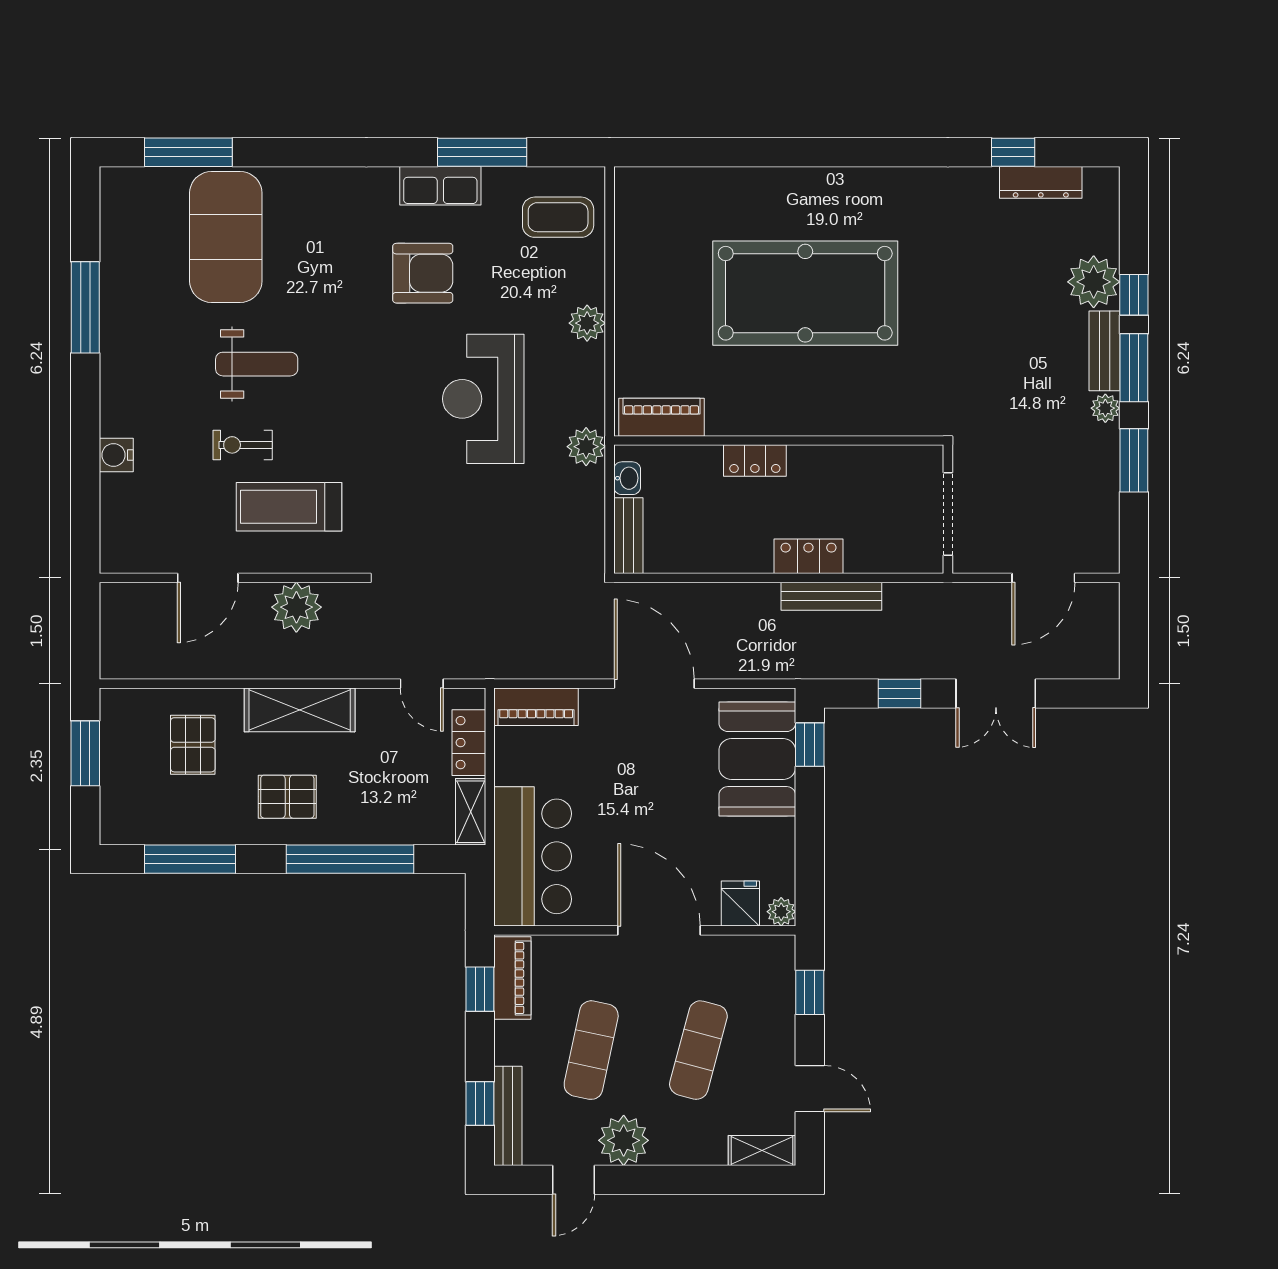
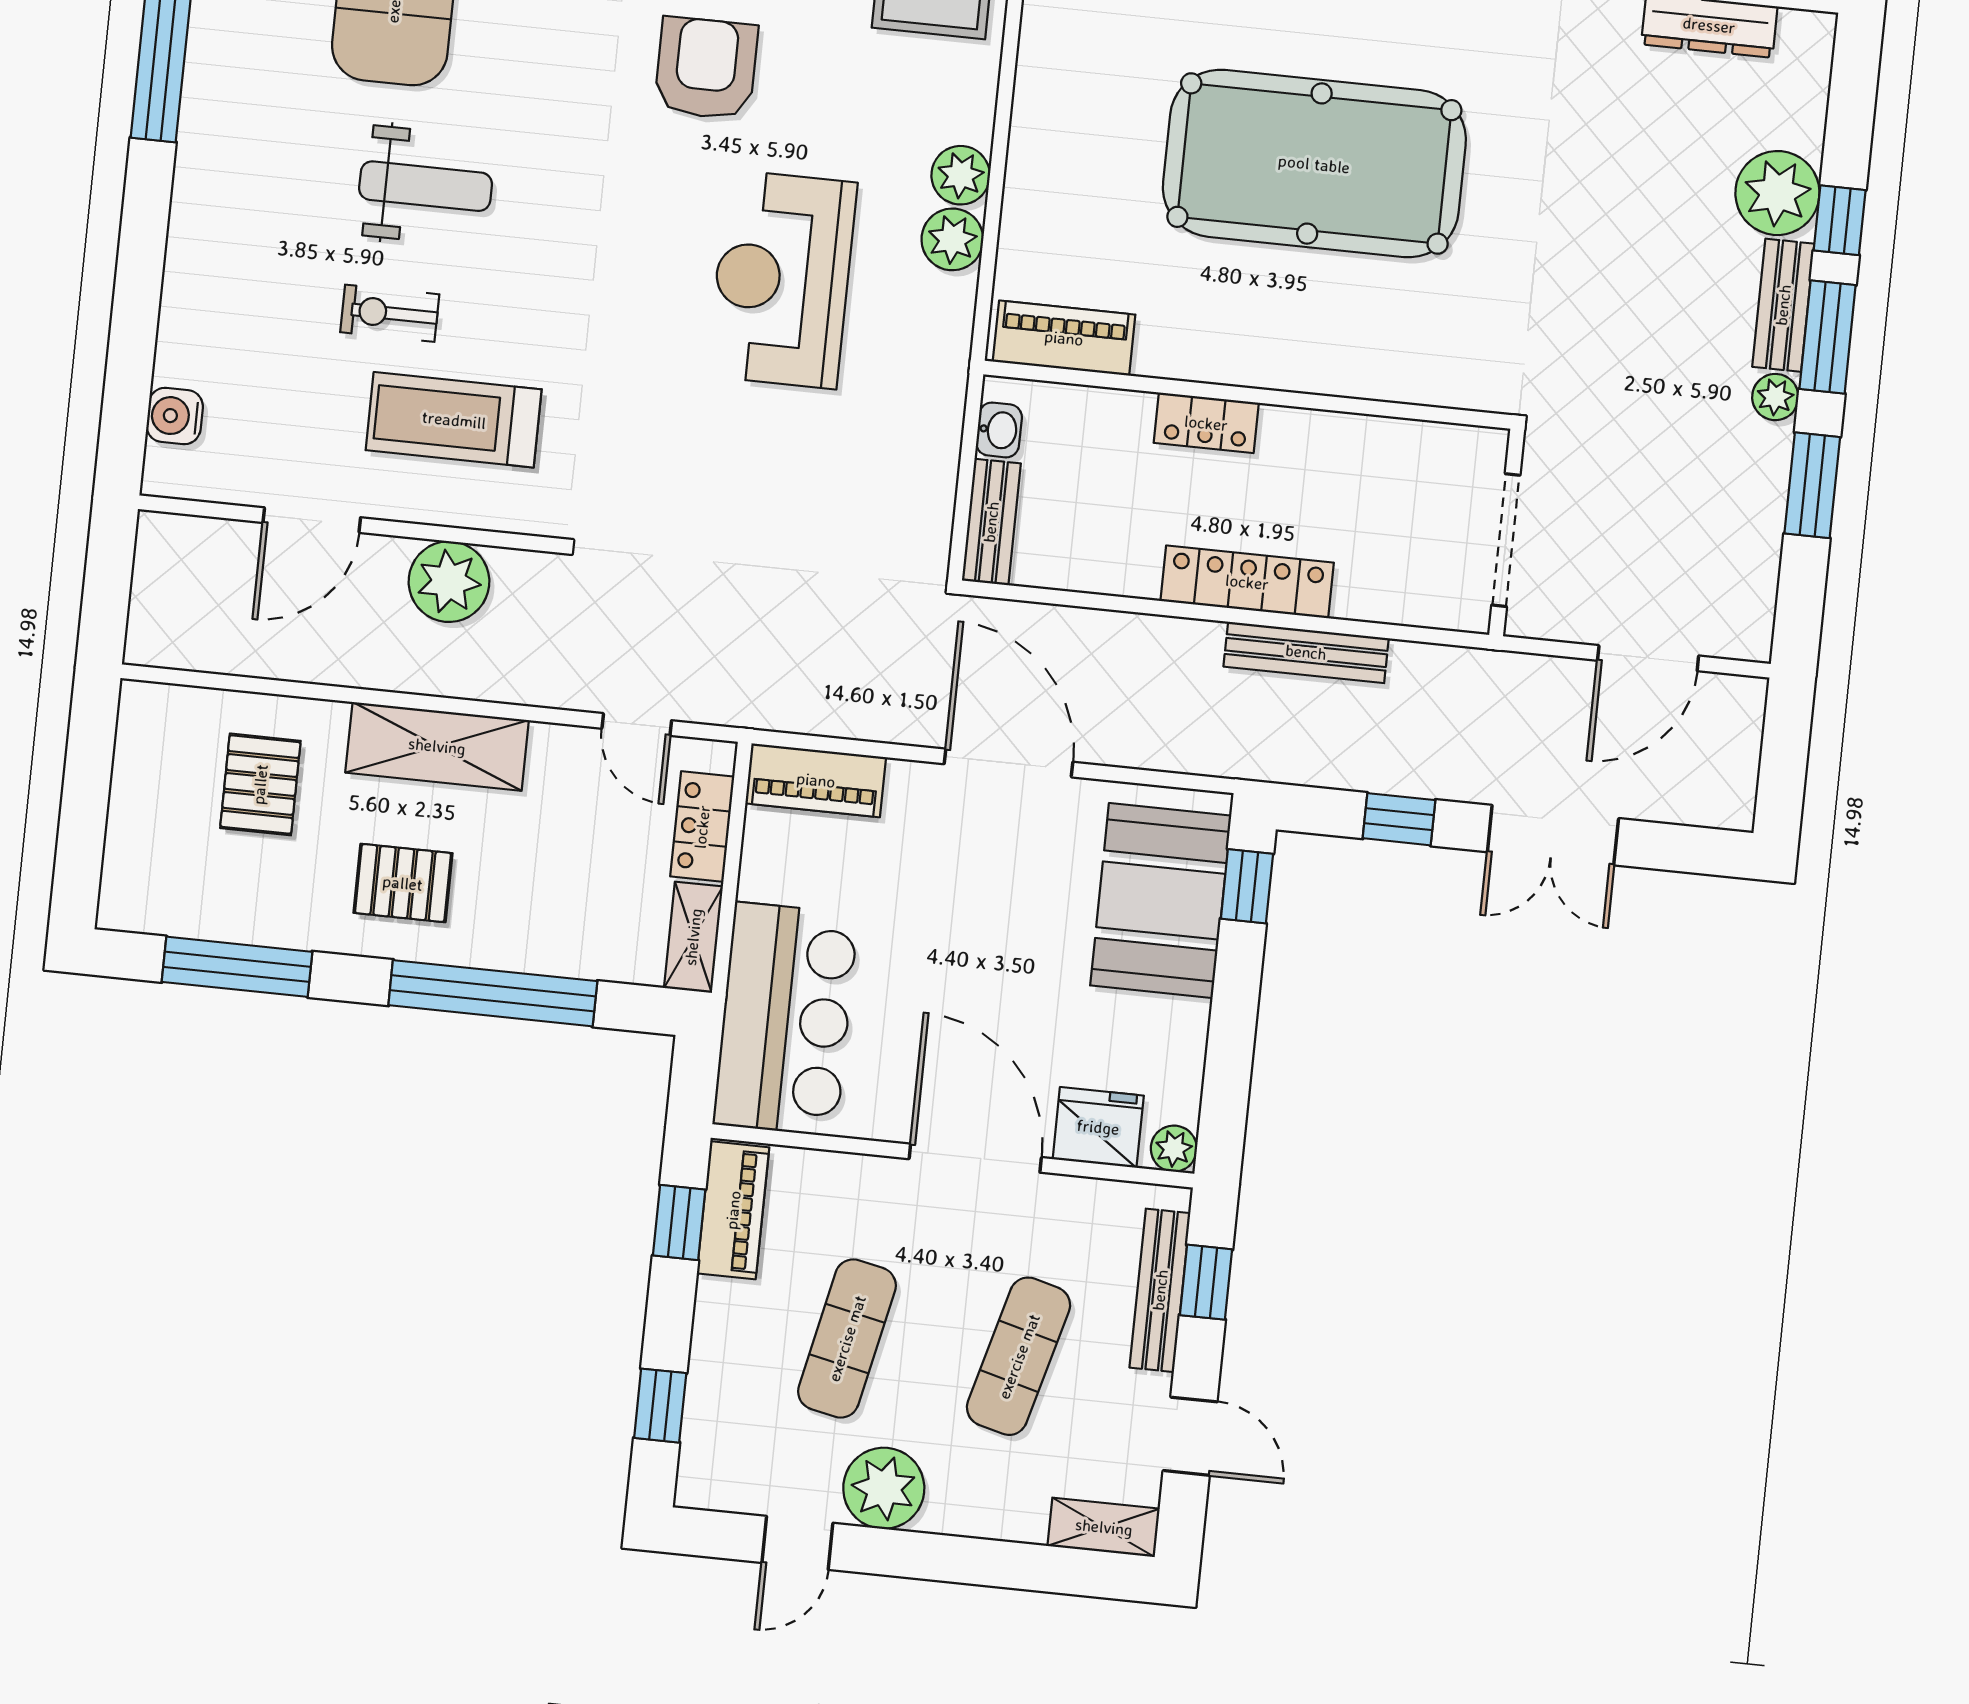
armchair: (423, 273) -> (706, 68), turned -90
plant: (586, 447) -> (952, 239), moved
water cooler: (116, 455) -> (175, 416), moved
locker: (808, 556) -> (1247, 582), width x1.53
window: (85, 753) -> (87, 780), removed
fridge: (740, 903) -> (1098, 1127), width x1.38
bench: (508, 1116) -> (1160, 1290), moved

